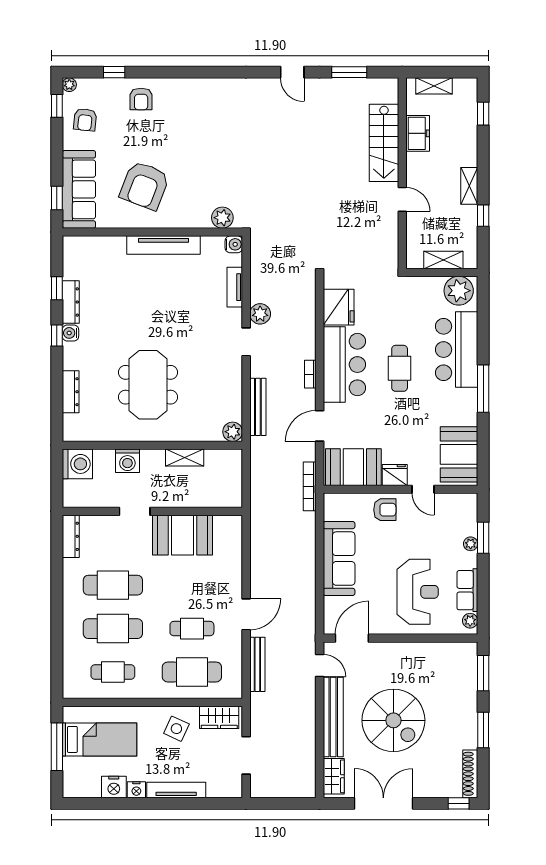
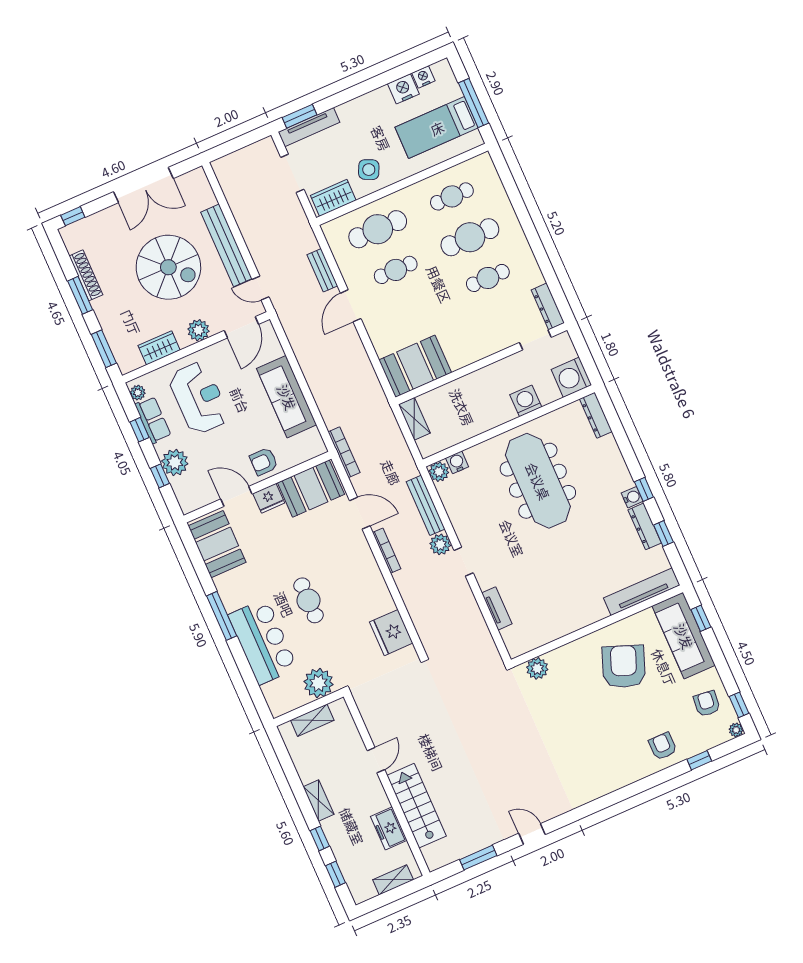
door: (402, 199) -> (376, 760), swing flipped
window: (483, 216) -> (320, 838), moved
water cooler: (234, 244) -> (457, 462), moved, turned 90
tv unit: (164, 245) -> (642, 592), moved
plant: (459, 291) -> (319, 683), moved
plant: (260, 314) -> (440, 544), moved
bar counter: (344, 365) -> (362, 581), removed
bookcase: (310, 374) -> (387, 551), width x1.56
meeting table: (148, 385) -> (538, 481), width x1.36
dresser: (71, 392) -> (596, 415), moved
door: (320, 426) -> (360, 513), hinge flipped
shelving: (185, 457) -> (414, 419), moved, turned 90
door: (423, 489) -> (236, 496), width x1.37
doorway: (135, 511) -> (535, 340), moved
booth: (183, 535) -> (415, 366), moved
window: (483, 538) -> (160, 476), width x0.67
plant: (471, 544) -> (175, 462), width x1.88, depth x1.88
cafe table: (113, 585) -> (488, 278), width x0.73, depth x0.74
window: (483, 587) -> (139, 430), added
reception desk: (418, 592) -> (199, 398), turned 180
plant: (391, 652) -> (198, 330), added
bench: (257, 664) -> (322, 270), width x0.73
spiral stairs: (393, 720) -> (168, 267), turned 180
shoe rack: (470, 774) -> (86, 275), moved
wardrobe: (334, 776) -> (159, 348), moved, turned 90
nightstand: (136, 790) -> (423, 77), moved
tv unit: (176, 790) -> (309, 127), moved
window: (217, 803) -> (300, 116), added

